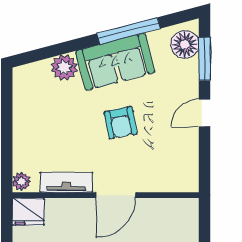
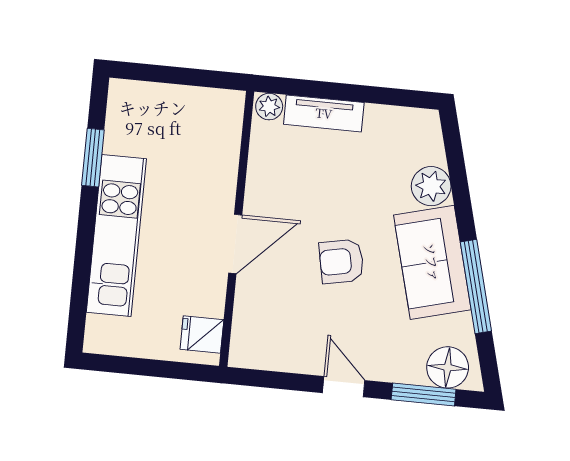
tv unit: (66, 182) -> (324, 113), moved, turned 90
door: (116, 195) -> (235, 244), swing flipped
fridge: (28, 212) -> (202, 334), moved, width x0.72

